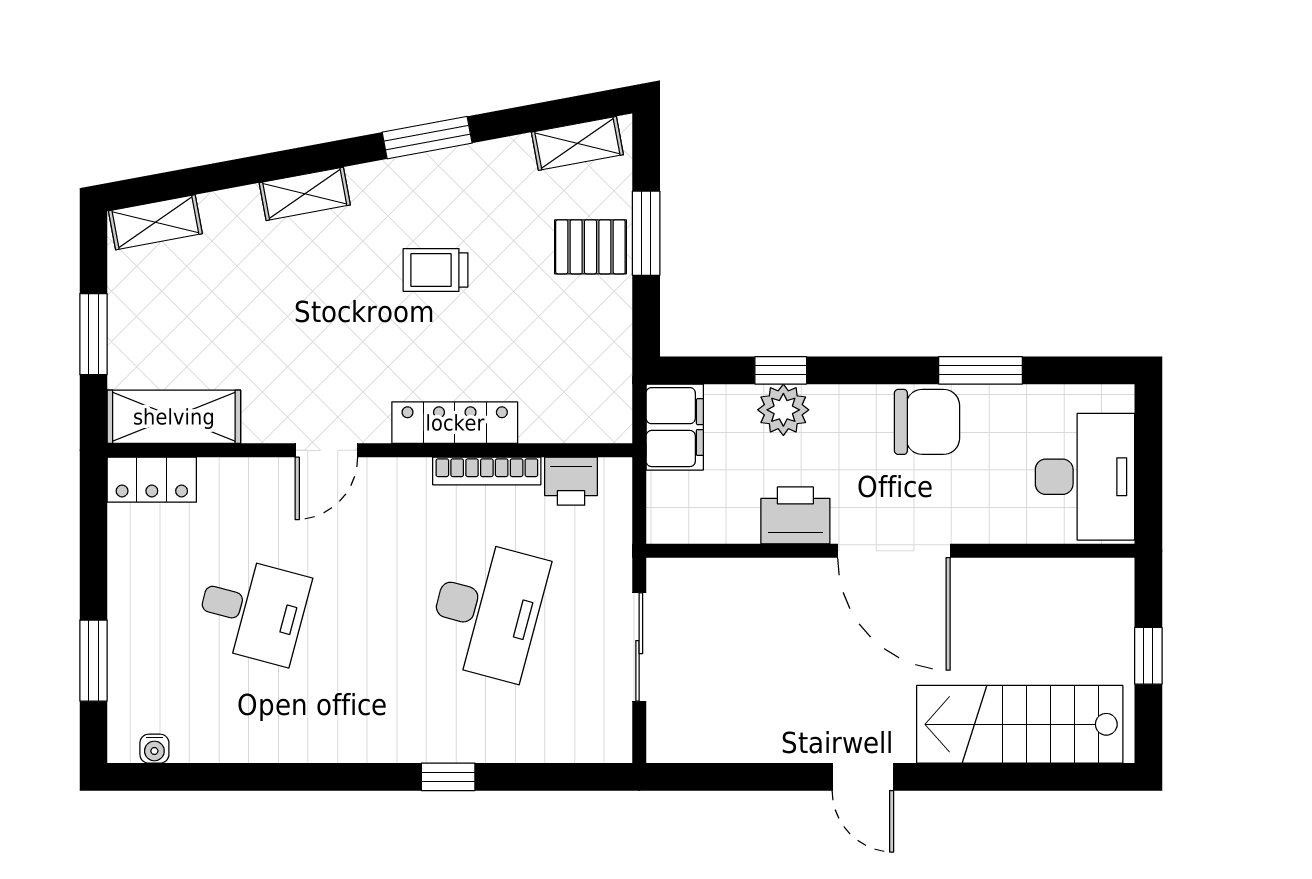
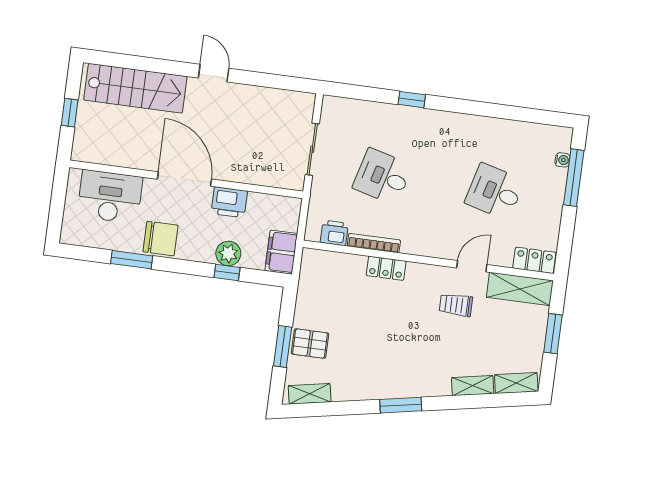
window: (427, 138) -> (401, 405), moved
shelving: (305, 194) -> (473, 386), moved
trolley: (436, 270) -> (456, 305), moved, turned 180
chair: (927, 422) -> (160, 239), turned 180
locker: (455, 423) -> (386, 268), width x0.66
door: (326, 450) -> (472, 266), moved
desk: (1085, 477) -> (110, 197), moved, turned 90
desk: (487, 610) -> (383, 177), width x0.73
window: (93, 661) -> (574, 178), width x1.44
water cooler: (154, 749) -> (562, 160), moved, turned 90

